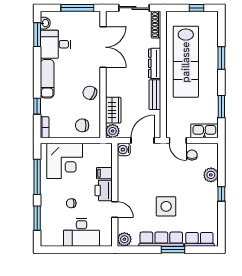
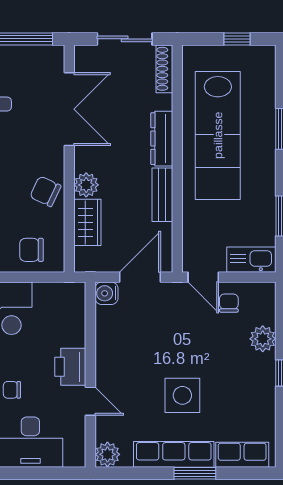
plant: (113, 131) -> (86, 185), moved
filing cabinet: (104, 173) -> (72, 336), removed

